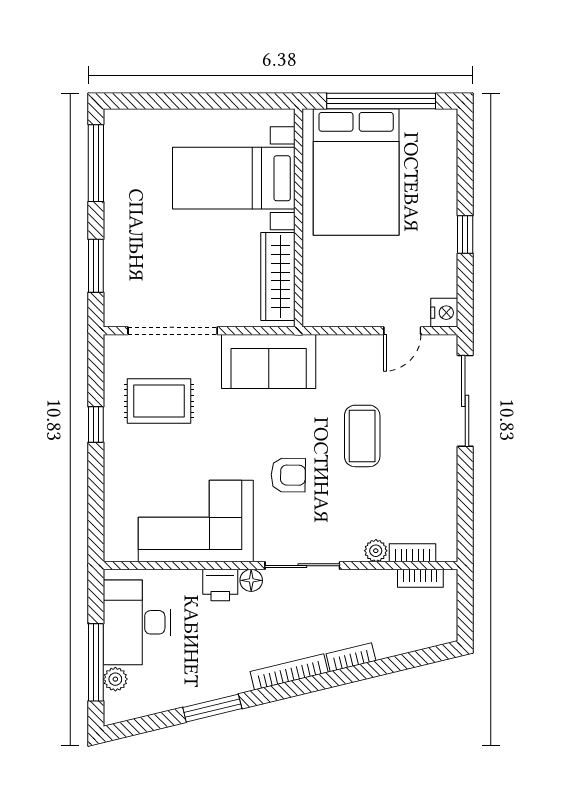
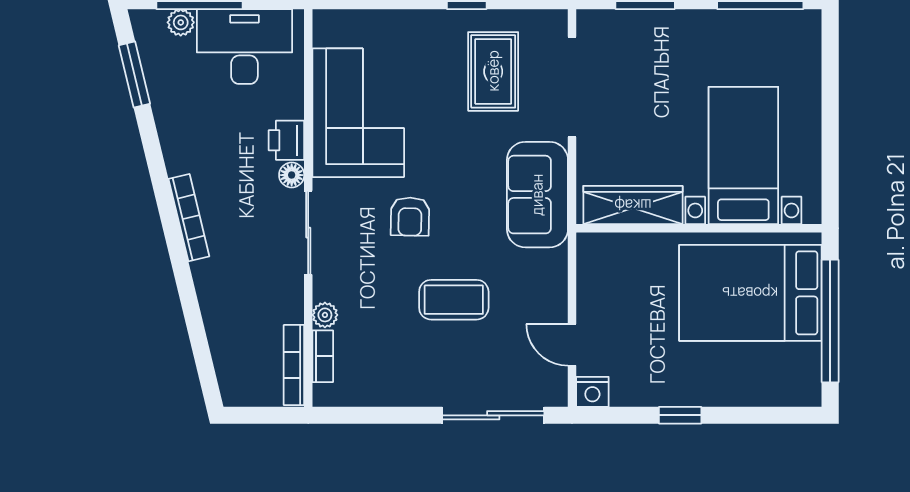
bookcase: (420, 578) -> (294, 365), width x1.56
bookcase: (351, 657) -> (205, 287), removed
window: (212, 708) -> (134, 74), moved

